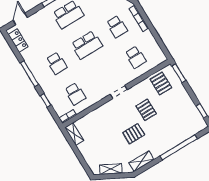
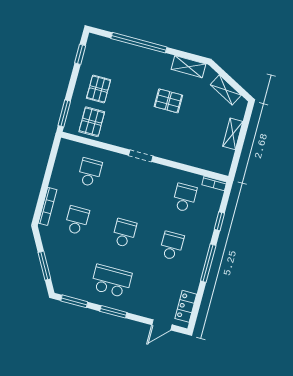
school desk: (87, 45) -> (124, 233), width x0.54
pallet: (146, 110) -> (99, 89), moved
shelving: (74, 134) -> (233, 134), moved

